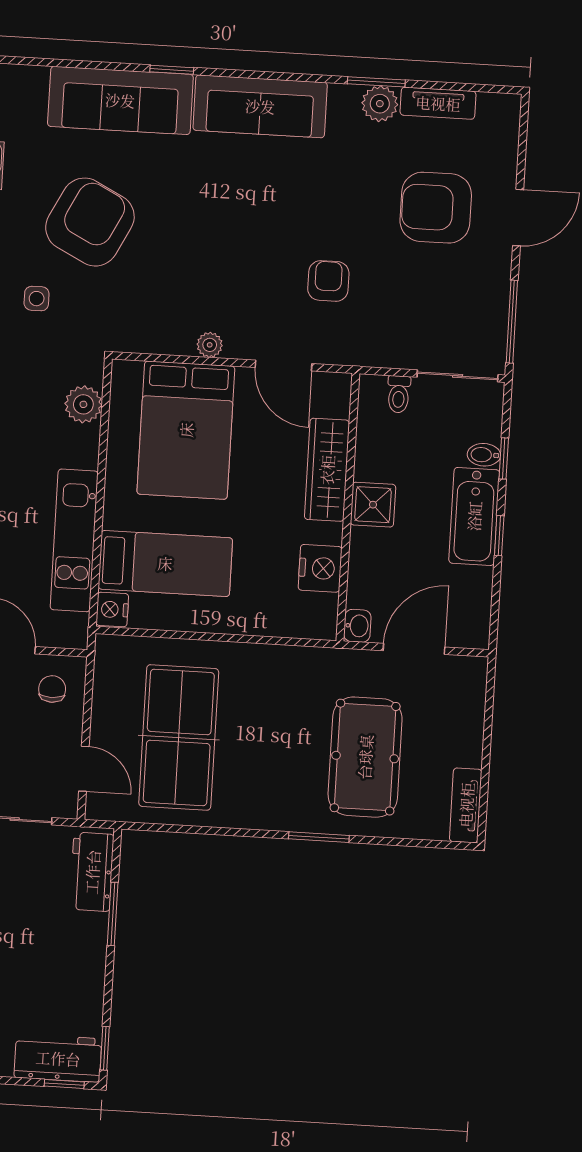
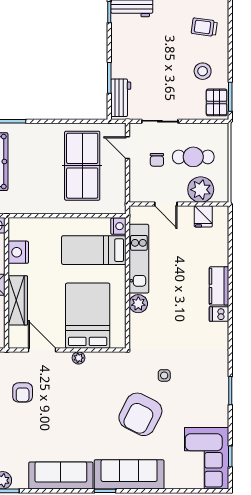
plant: (83, 404) -> (138, 304), moved
chair: (52, 689) -> (157, 160), moved

